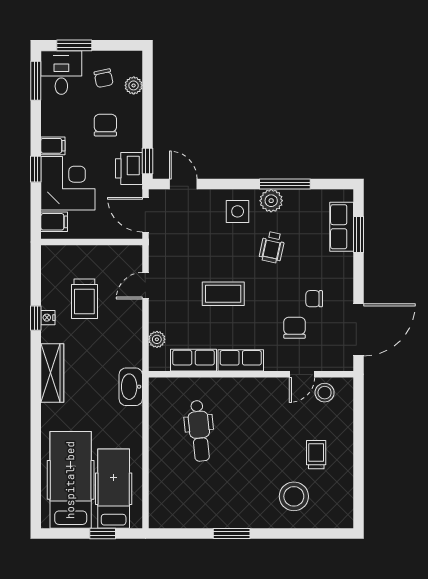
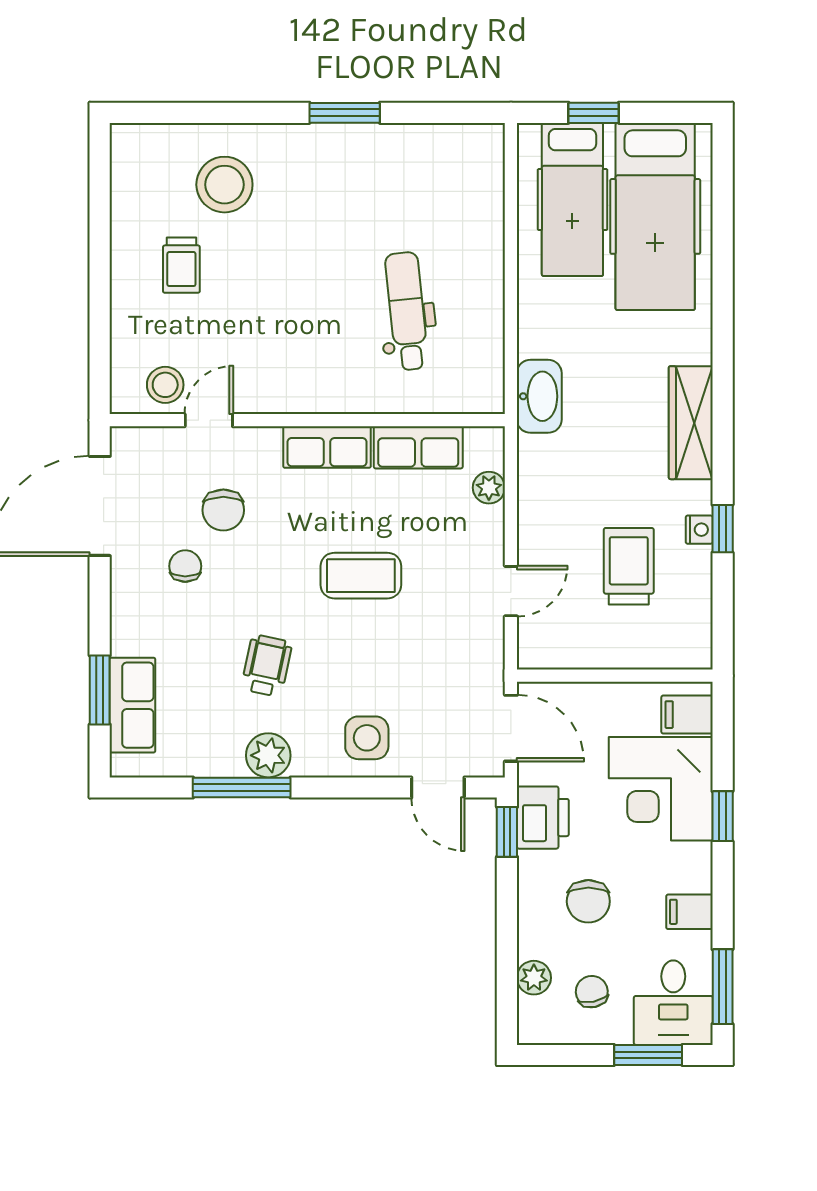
filing cabinet: (53, 146) -> (689, 912), moved
side table: (238, 211) -> (367, 738), moved
chair: (314, 299) -> (185, 566), turned -90

